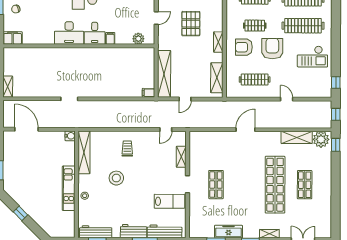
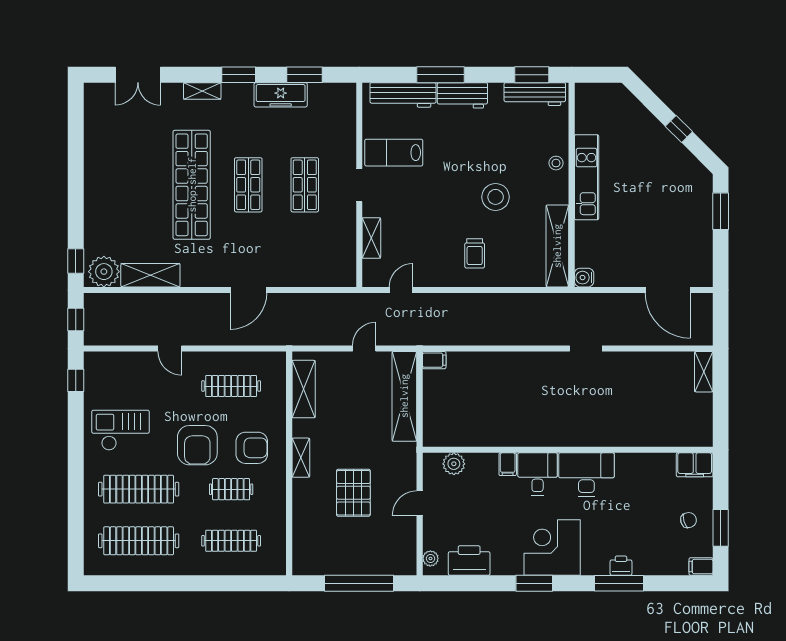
shop shelf: (305, 185) -> (248, 185), moved

